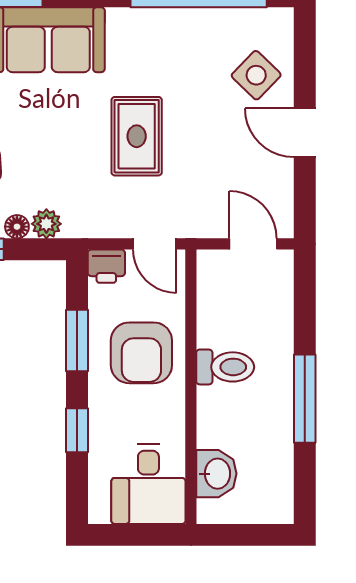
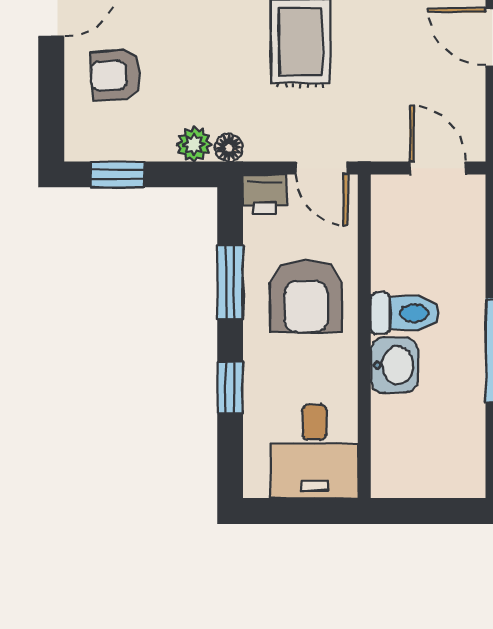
floor lamp: (17, 227) -> (229, 148), moved
washbasin: (216, 474) -> (394, 365), moved

